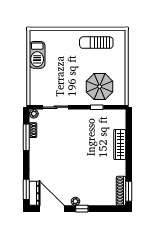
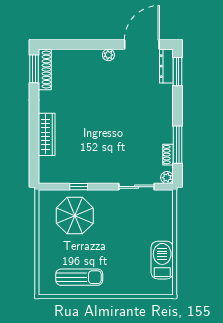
door: (52, 209) -> (142, 45), swing flipped
window: (82, 209) -> (100, 45), removed

